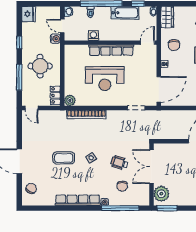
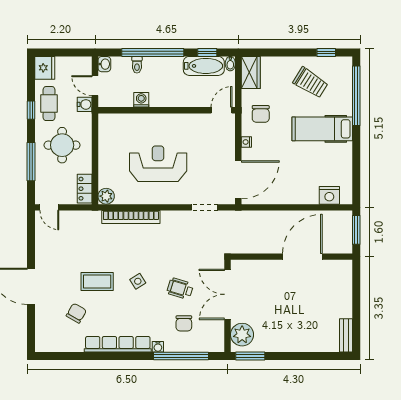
bathtub: (125, 13) -> (204, 66), moved
cafe table: (31, 38) -> (49, 104), added
row of seats: (111, 50) -> (168, 121), removed
reception desk: (105, 79) -> (158, 164), turned 180
chair: (31, 189) -> (76, 313), moved

